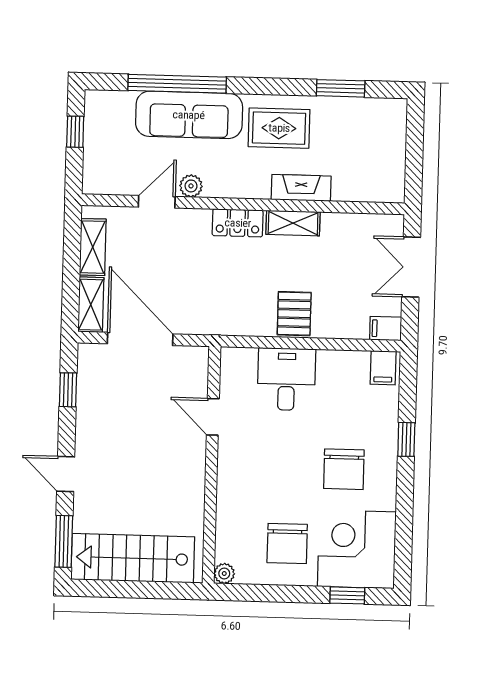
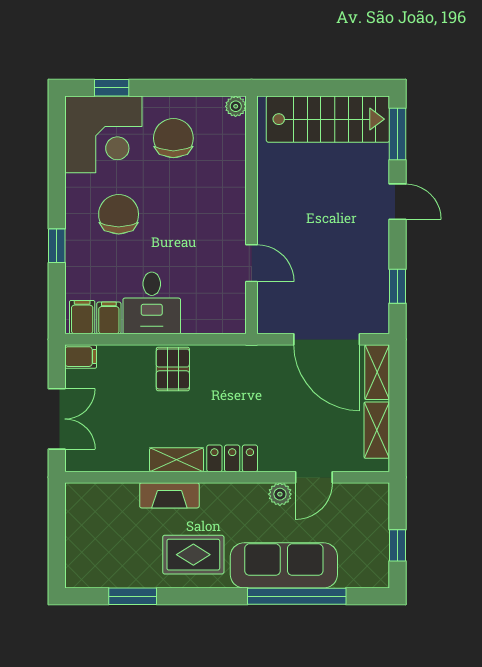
filing cabinet: (356, 366) -> (109, 318), added
desk: (286, 379) -> (152, 303), moved

